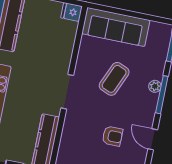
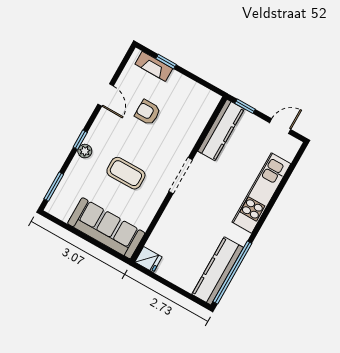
coffee table: (114, 79) -> (126, 173), turned 67
window: (162, 95) -> (80, 140), width x0.46

